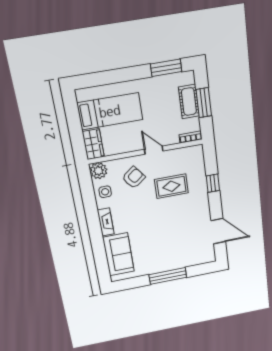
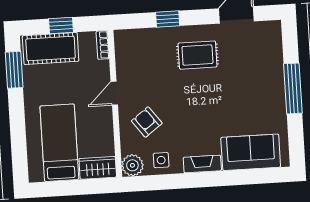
cot: (189, 102) -> (51, 48), width x1.37, depth x1.34
window: (204, 103) -> (61, 26), width x0.67
rug: (171, 186) -> (197, 55), moved, turned 90

